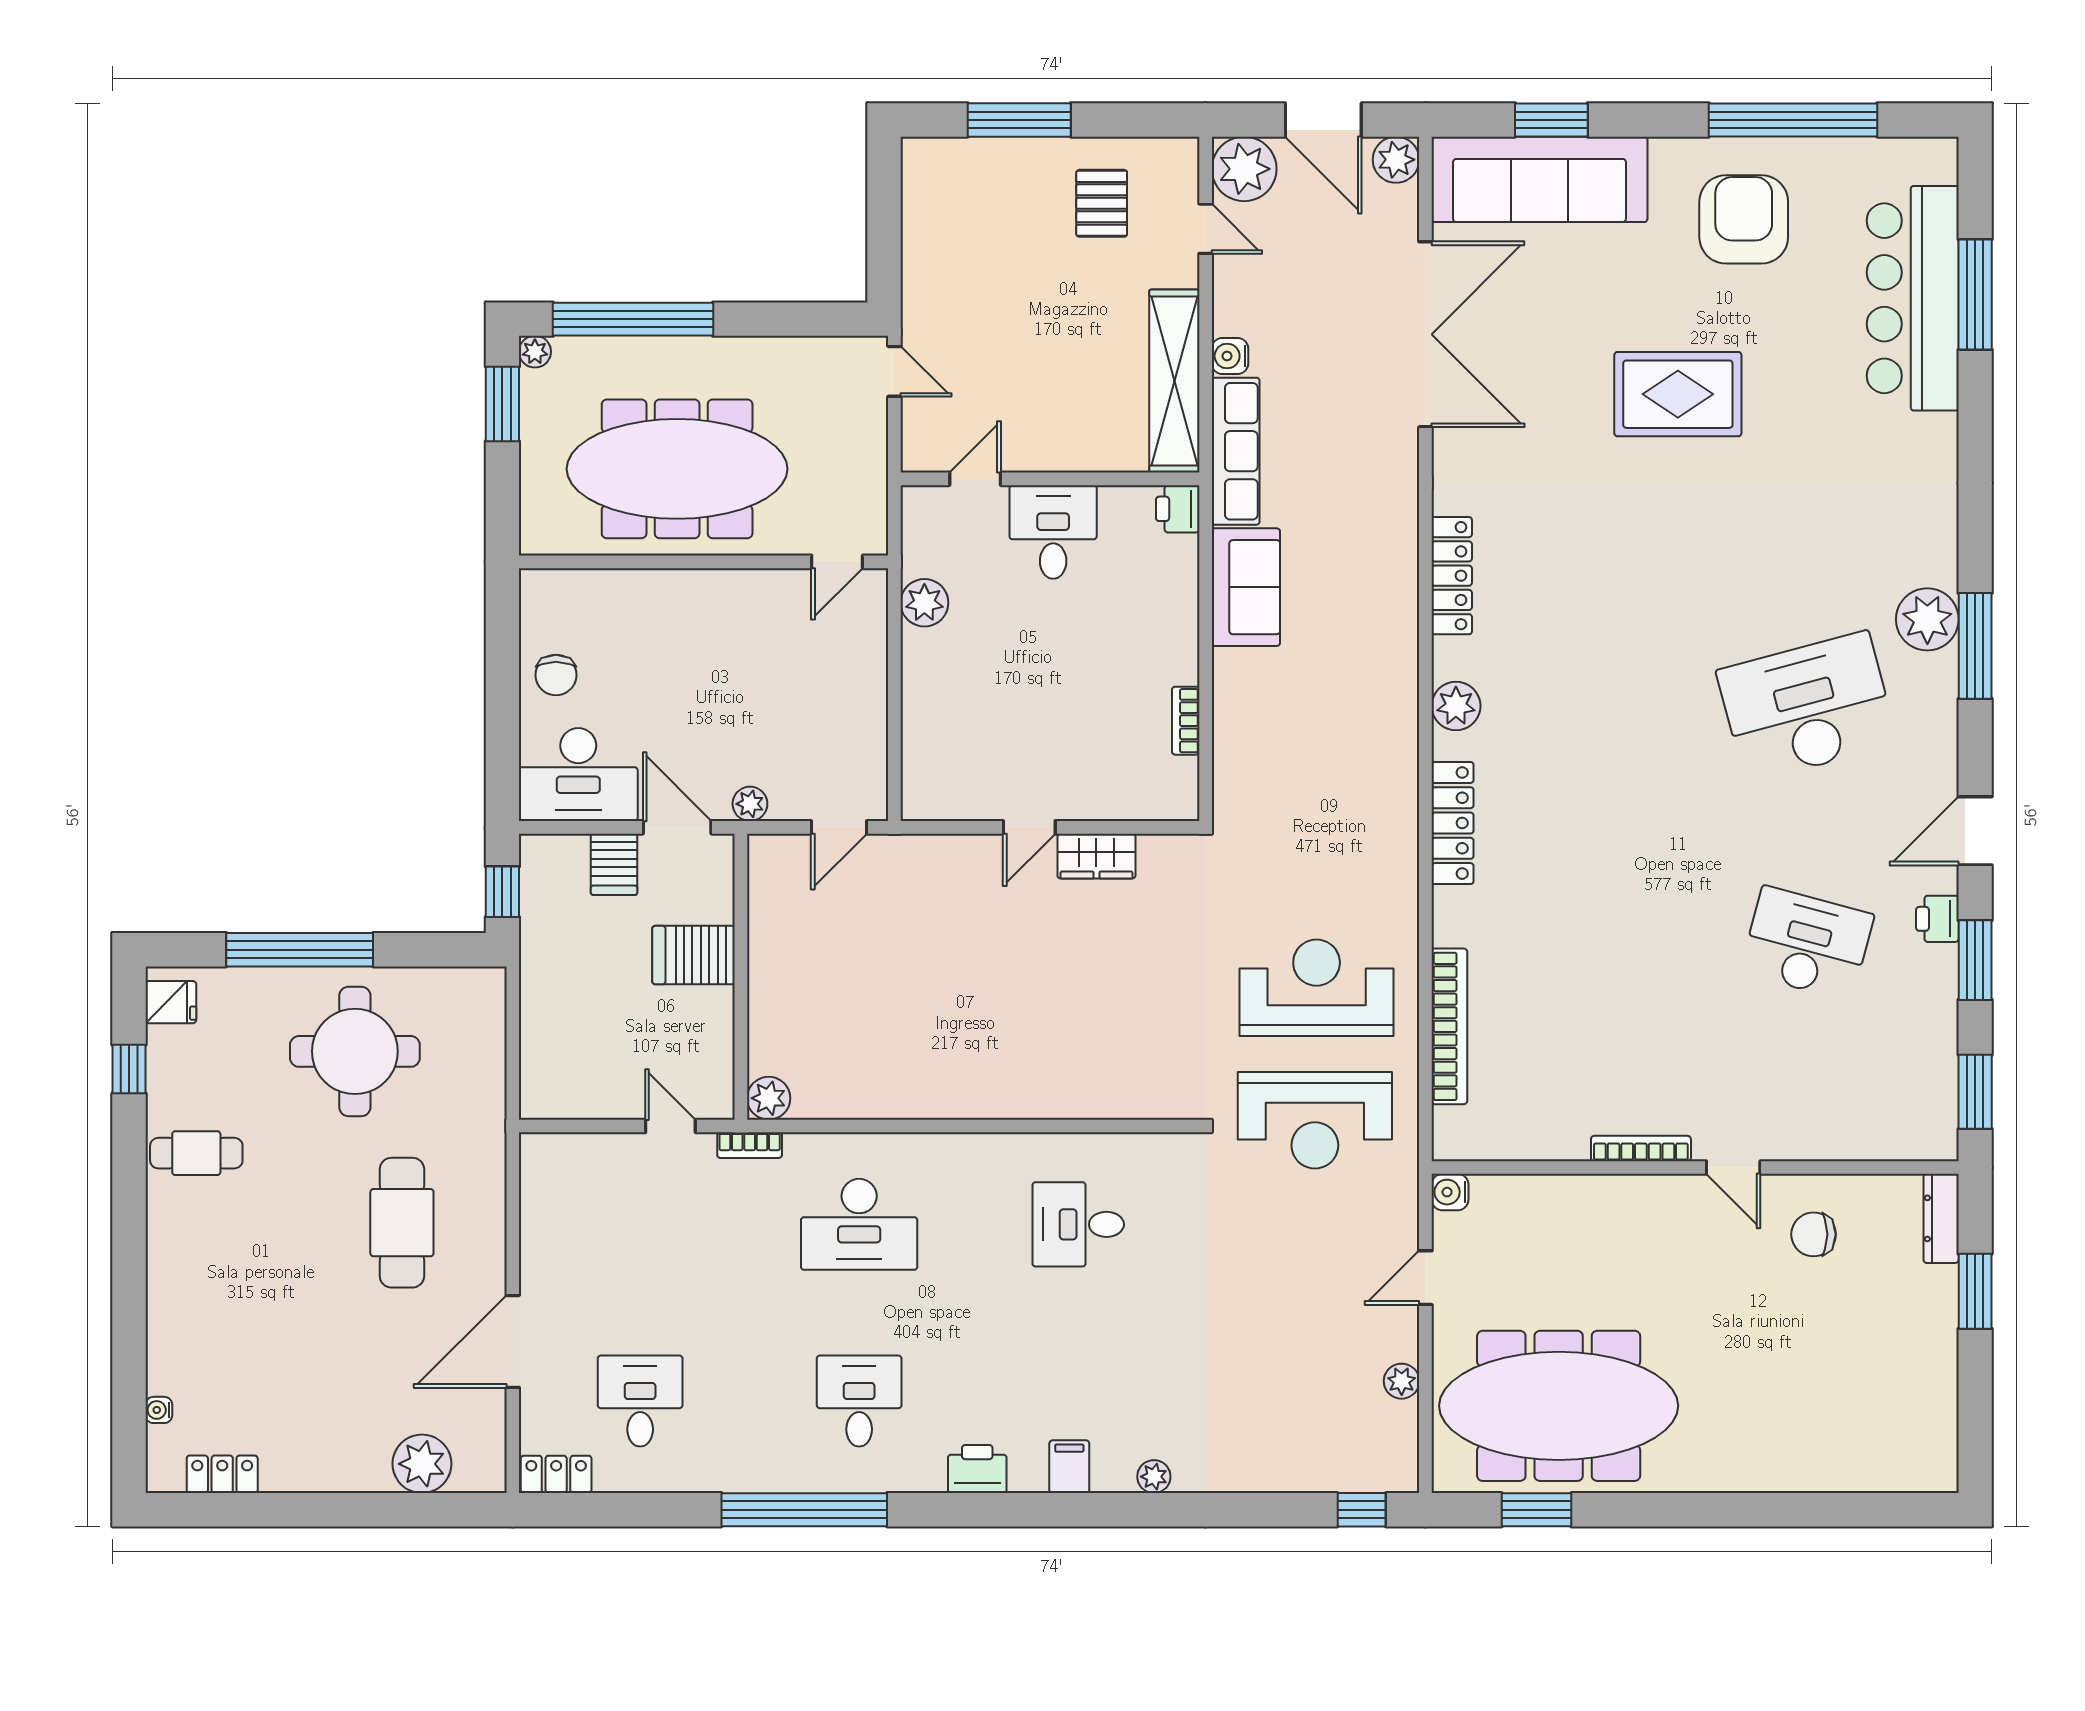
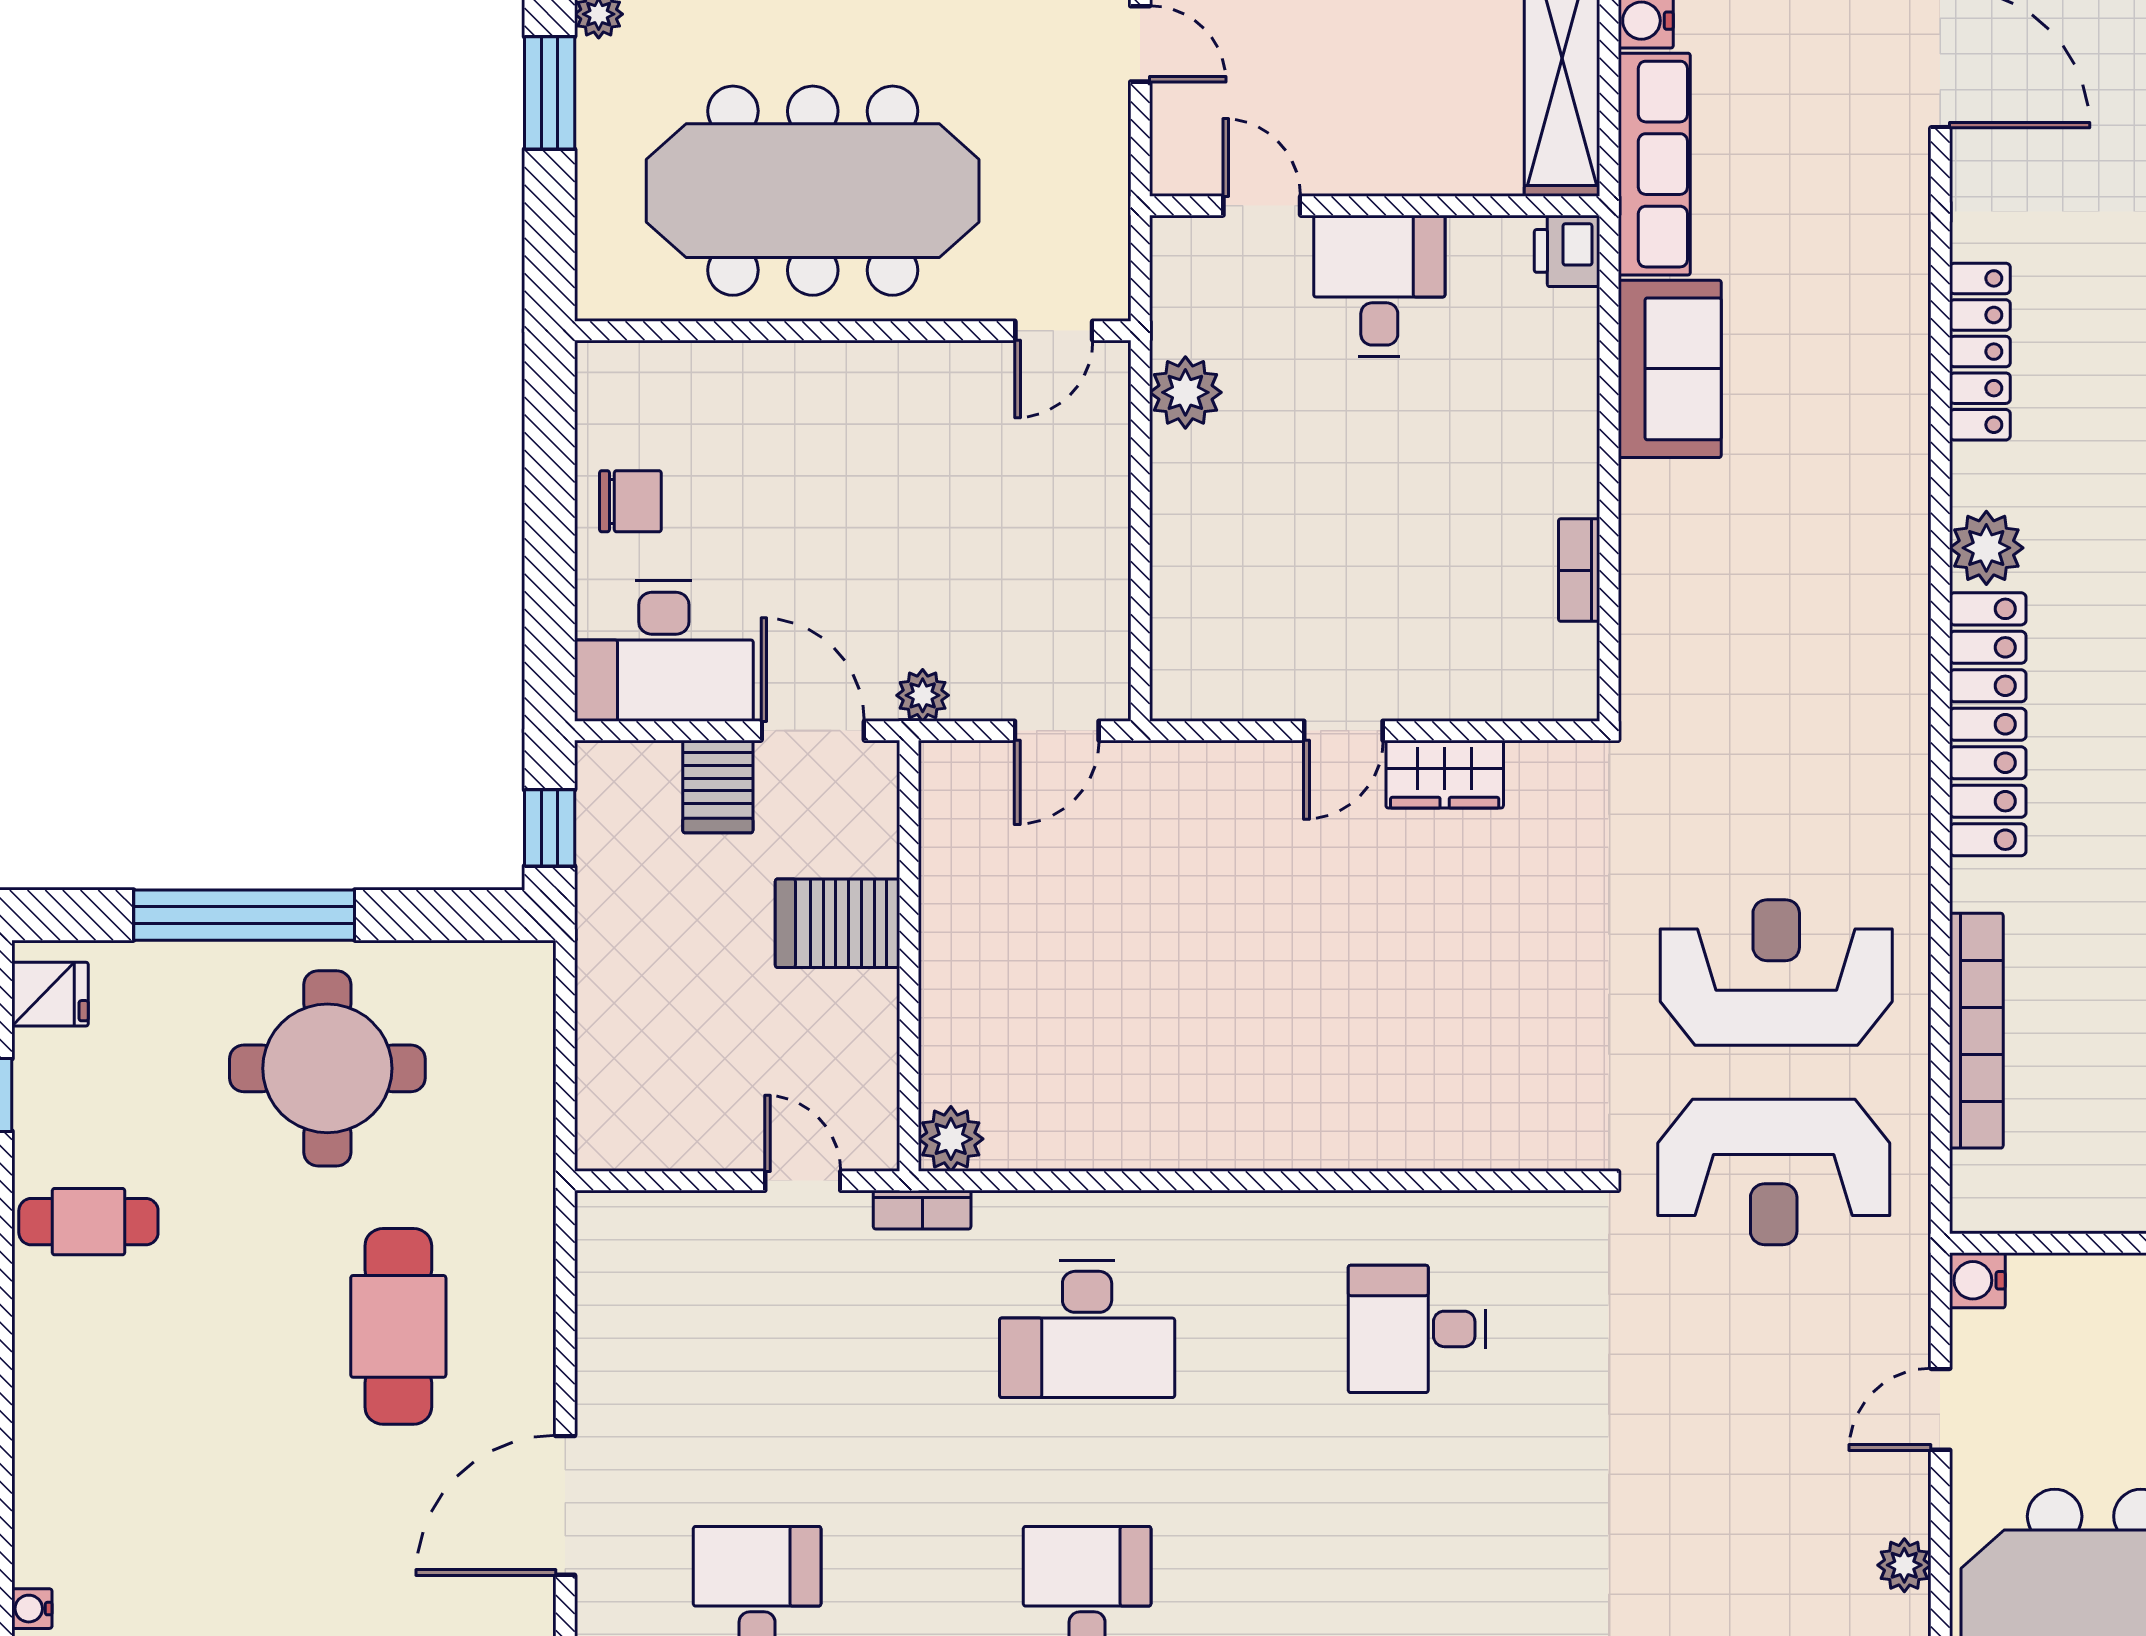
door: (975, 479) -> (1262, 206), hinge flipped
chair: (556, 675) -> (630, 501), turned -90
locker: (1453, 823) -> (1988, 724), width x1.41, depth x1.21

